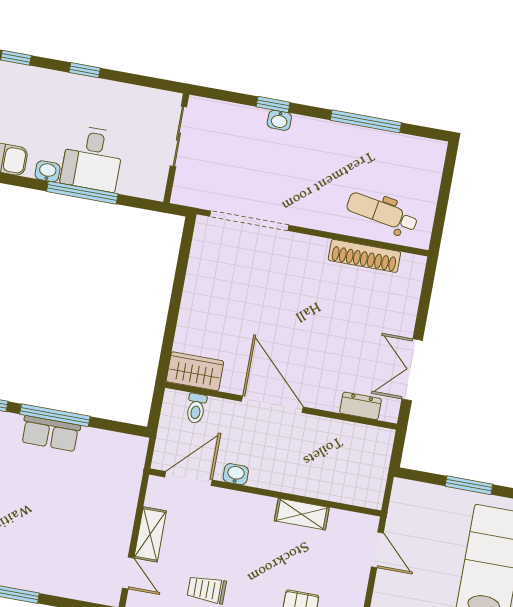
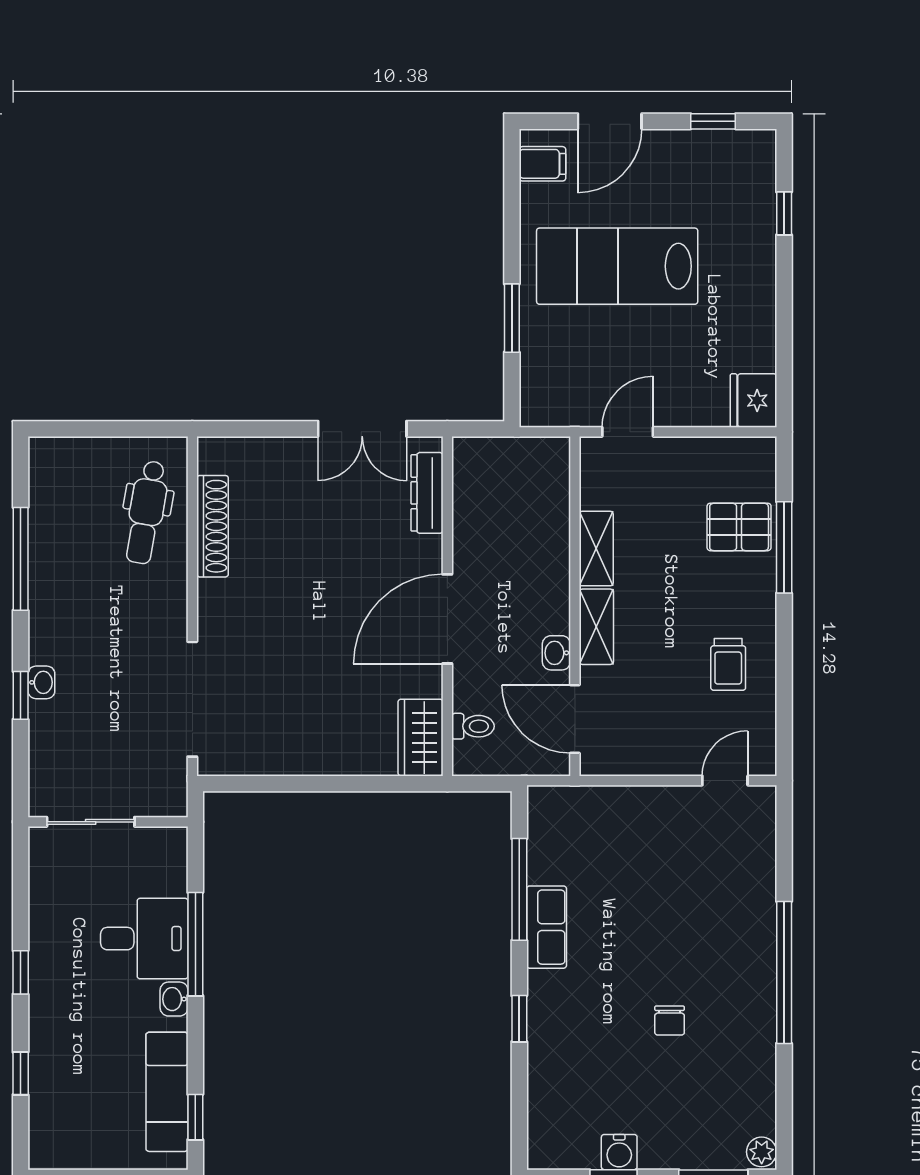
dresser: (361, 406) -> (427, 493), width x1.44
window: (55, 415) -> (519, 889), moved
shelving: (150, 534) -> (596, 627), moved, turned 90

